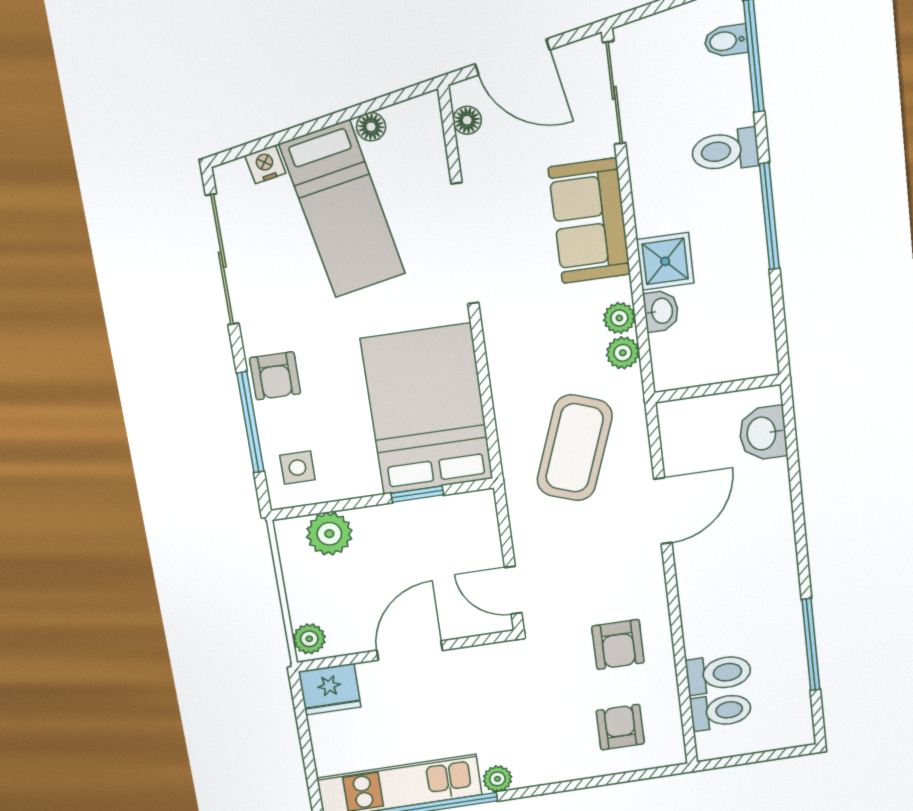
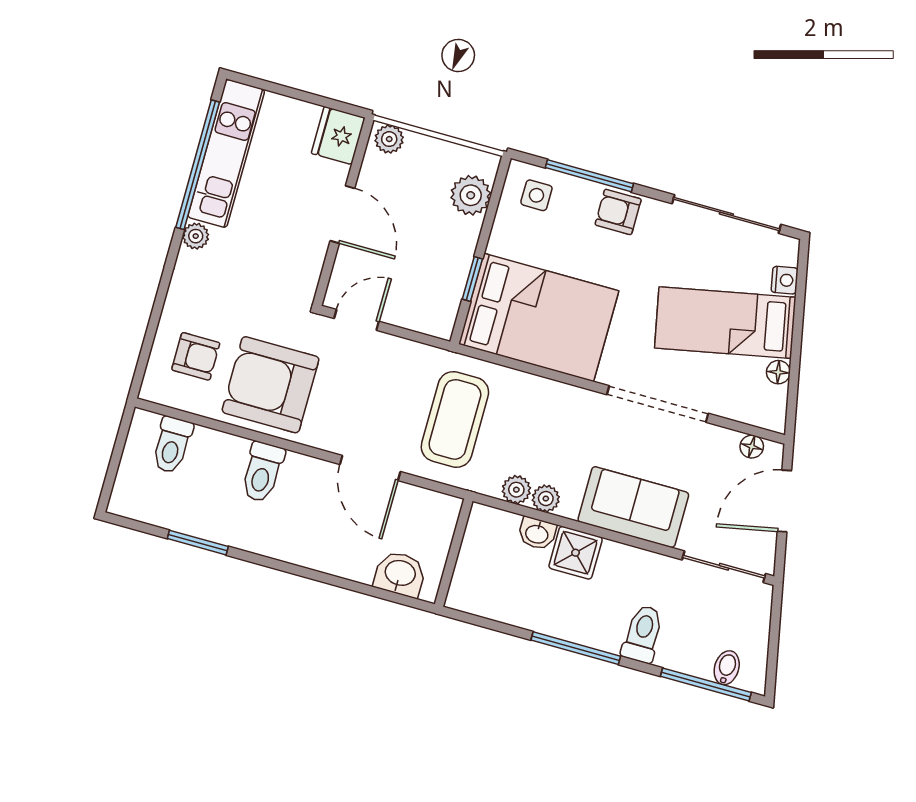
coffee table: (575, 448) -> (455, 419), turned 70
armchair: (618, 644) -> (271, 385), width x1.88, depth x1.88
window: (811, 645) -> (198, 543), width x0.69
toilet: (719, 674) -> (262, 472), moved

